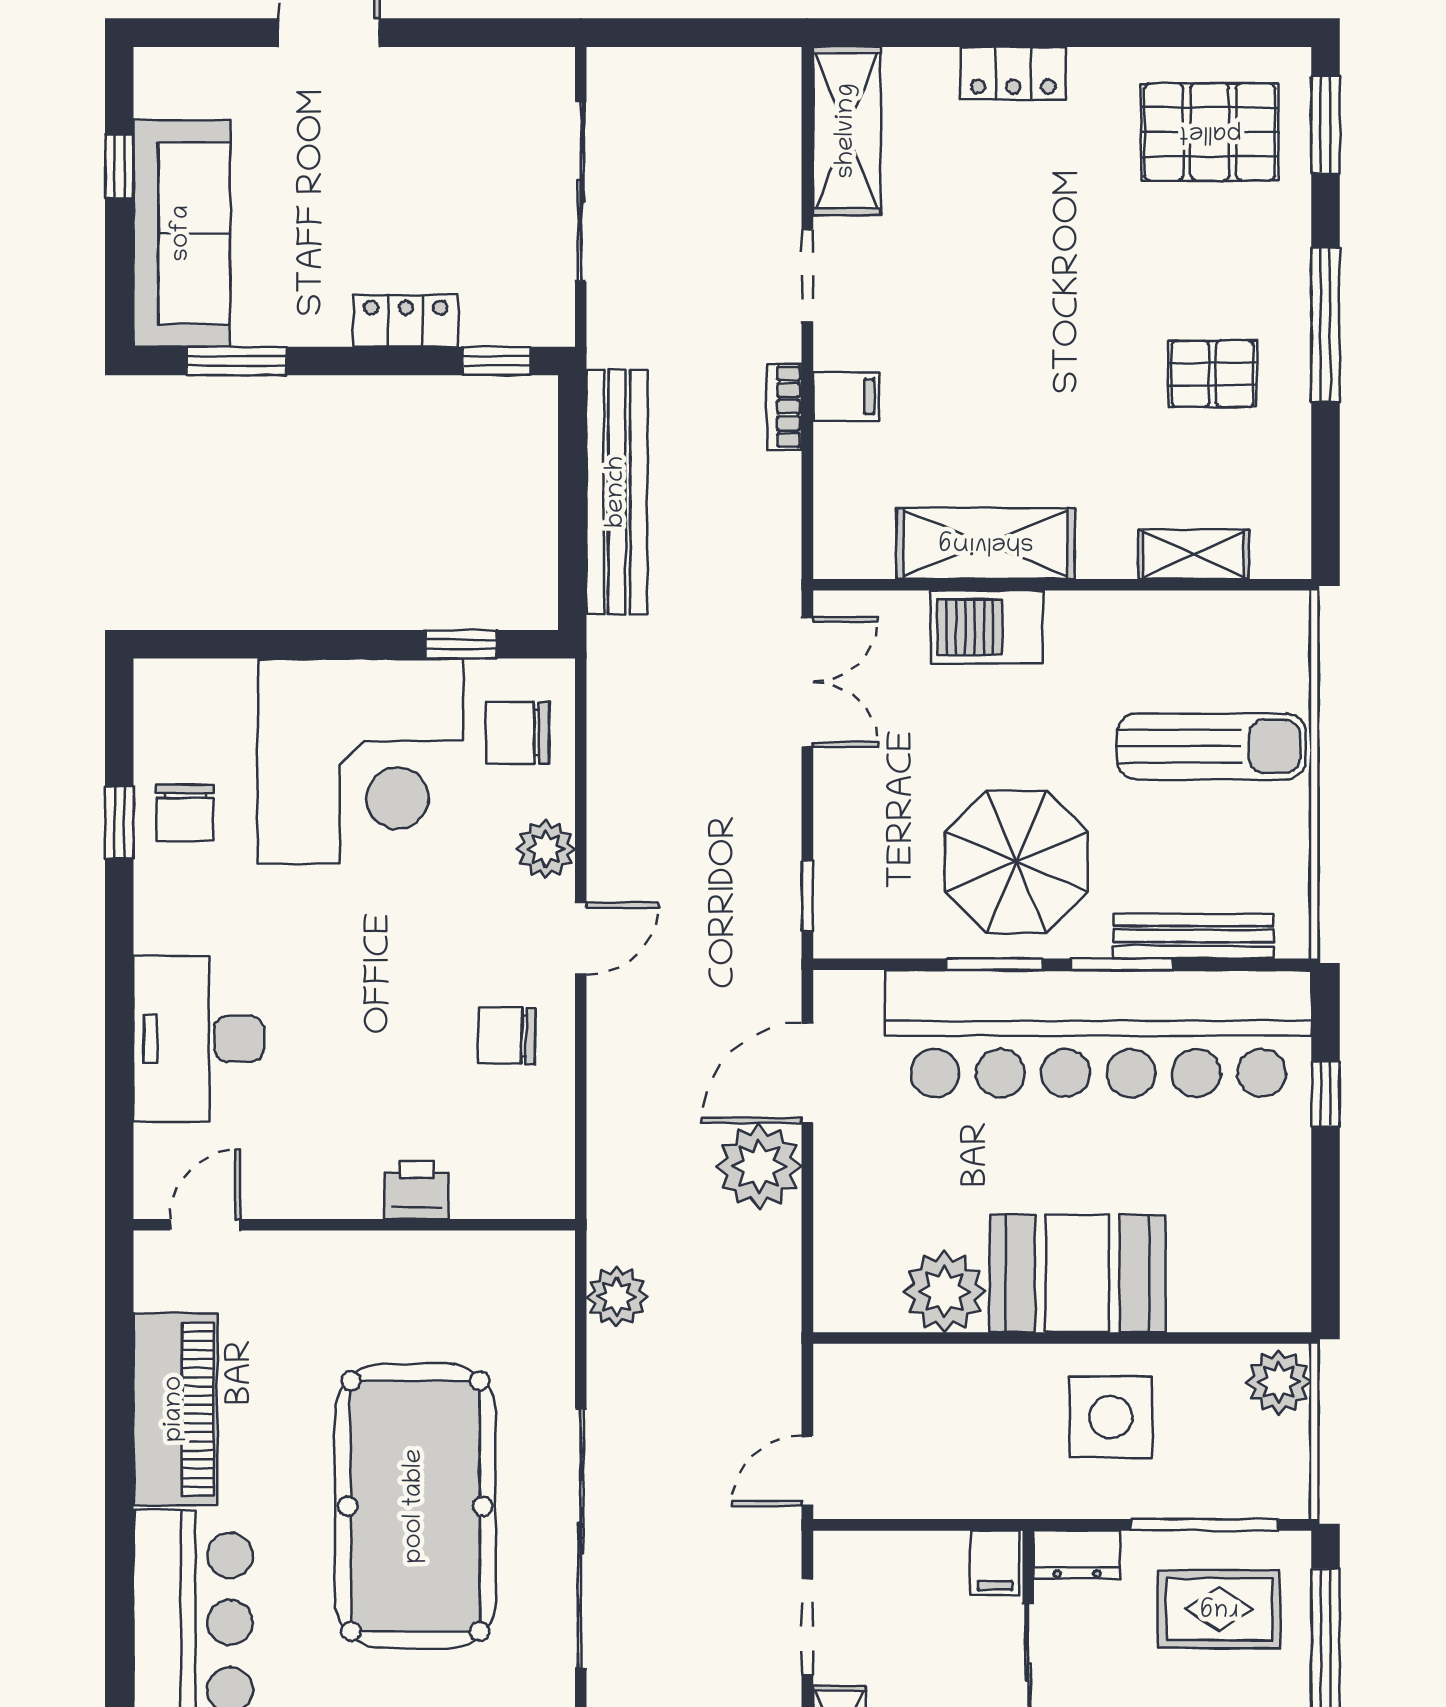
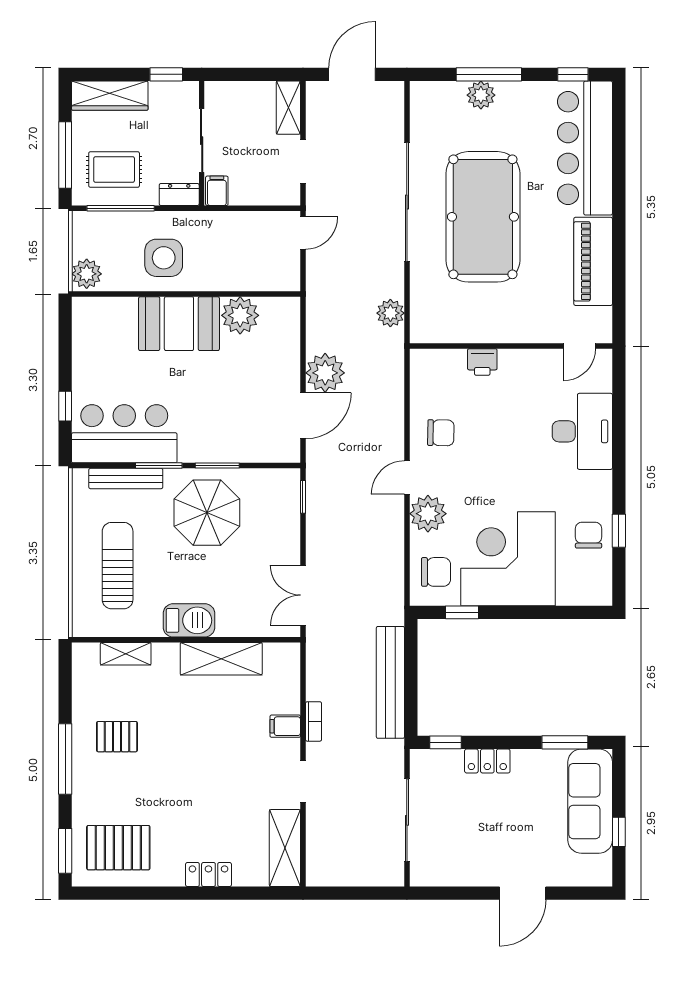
barbecue: (987, 627) -> (189, 620), moved
sun lounger: (1211, 746) -> (118, 566), turned 90
plant: (546, 849) -> (428, 514), width x1.36, depth x1.36
bar counter: (1098, 1034) -> (124, 434), width x0.54

